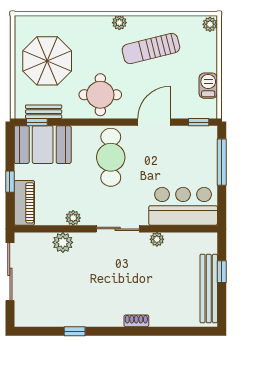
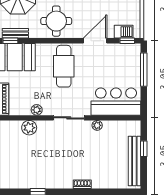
barbecue: (208, 86) -> (124, 32), moved, turned 90

